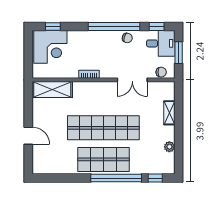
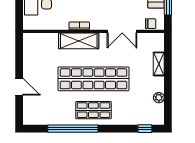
shelving: (52, 89) -> (79, 41), moved
shop shelf: (103, 159) -> (93, 110), width x0.70, depth x0.74
window: (116, 178) -> (73, 129), moved

